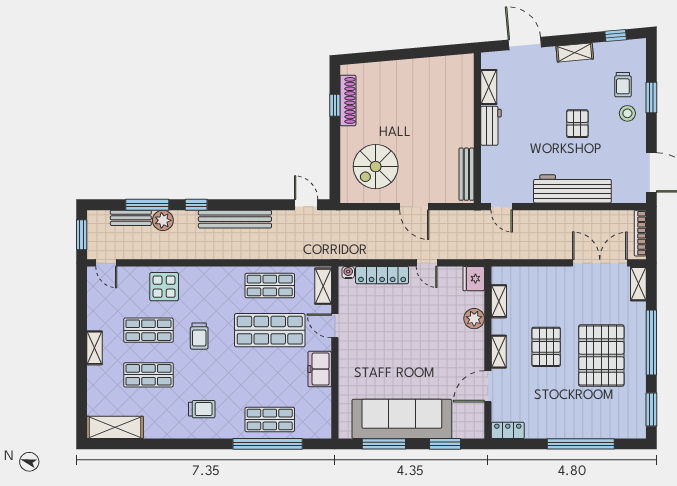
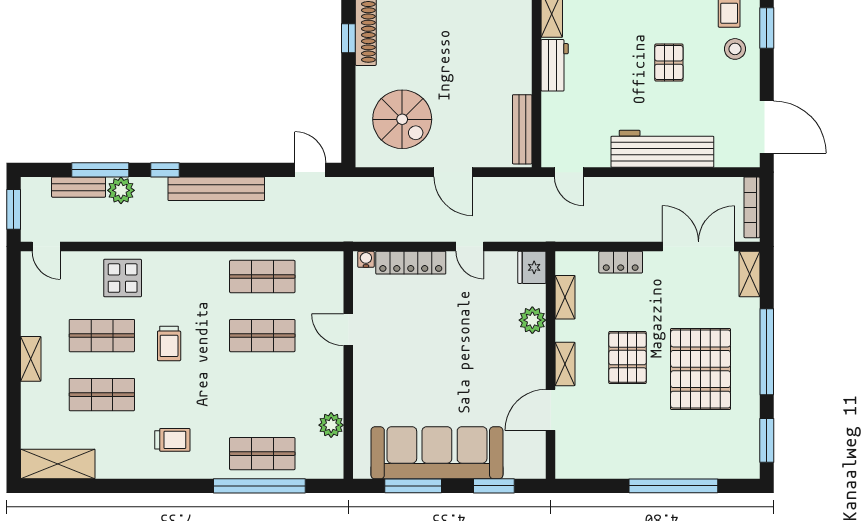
spiral stairs: (376, 167) -> (402, 119), turned -90
shelving: (323, 286) -> (333, 277), removed
shop shelf: (270, 330) -> (262, 336), width x0.70, depth x0.74
freezer: (320, 369) -> (328, 387), removed
plant: (322, 398) -> (331, 425), added
locker: (508, 430) -> (621, 262), moved, turned 180

